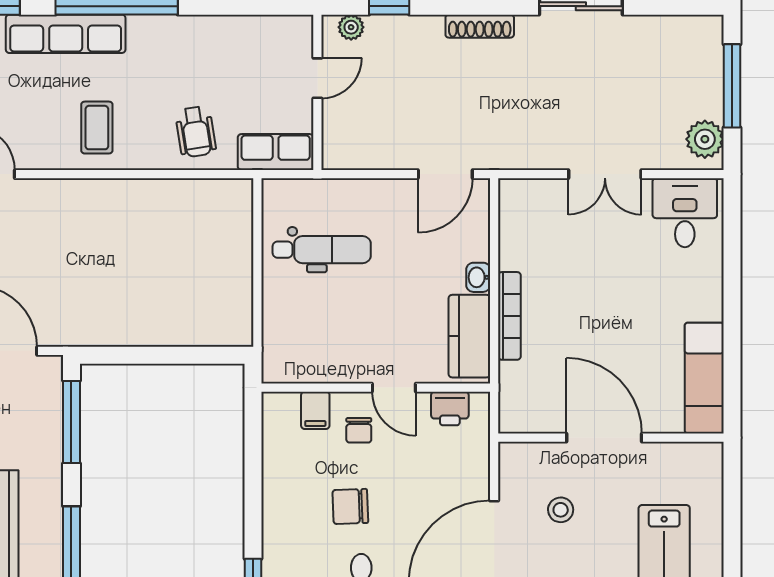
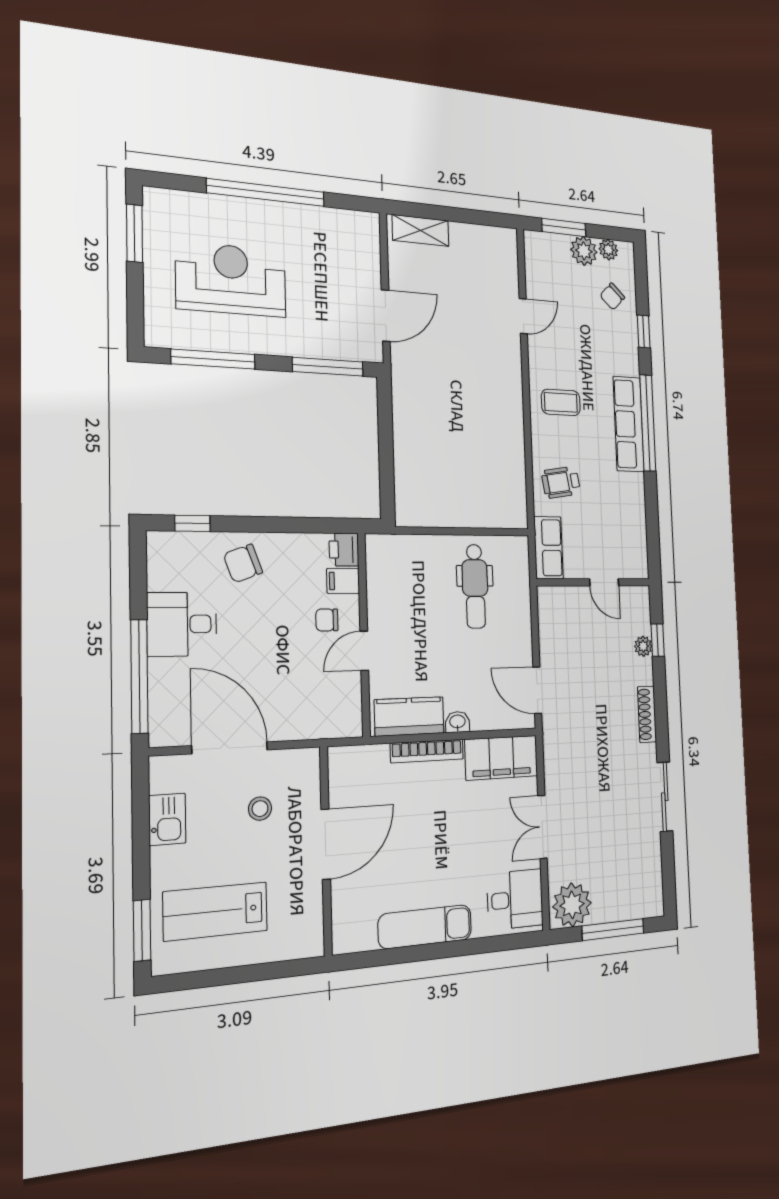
plant: (351, 27) -> (643, 646), moved
row of seats: (66, 34) -> (629, 424), moved
plant: (705, 139) -> (572, 905), width x1.36, depth x1.36
filing cabinet: (522, 224) -> (501, 758), added
exam couch: (704, 378) -> (425, 927), moved
printer: (450, 409) -> (344, 550), moved
chair: (350, 506) -> (243, 563), moved, turned -108

